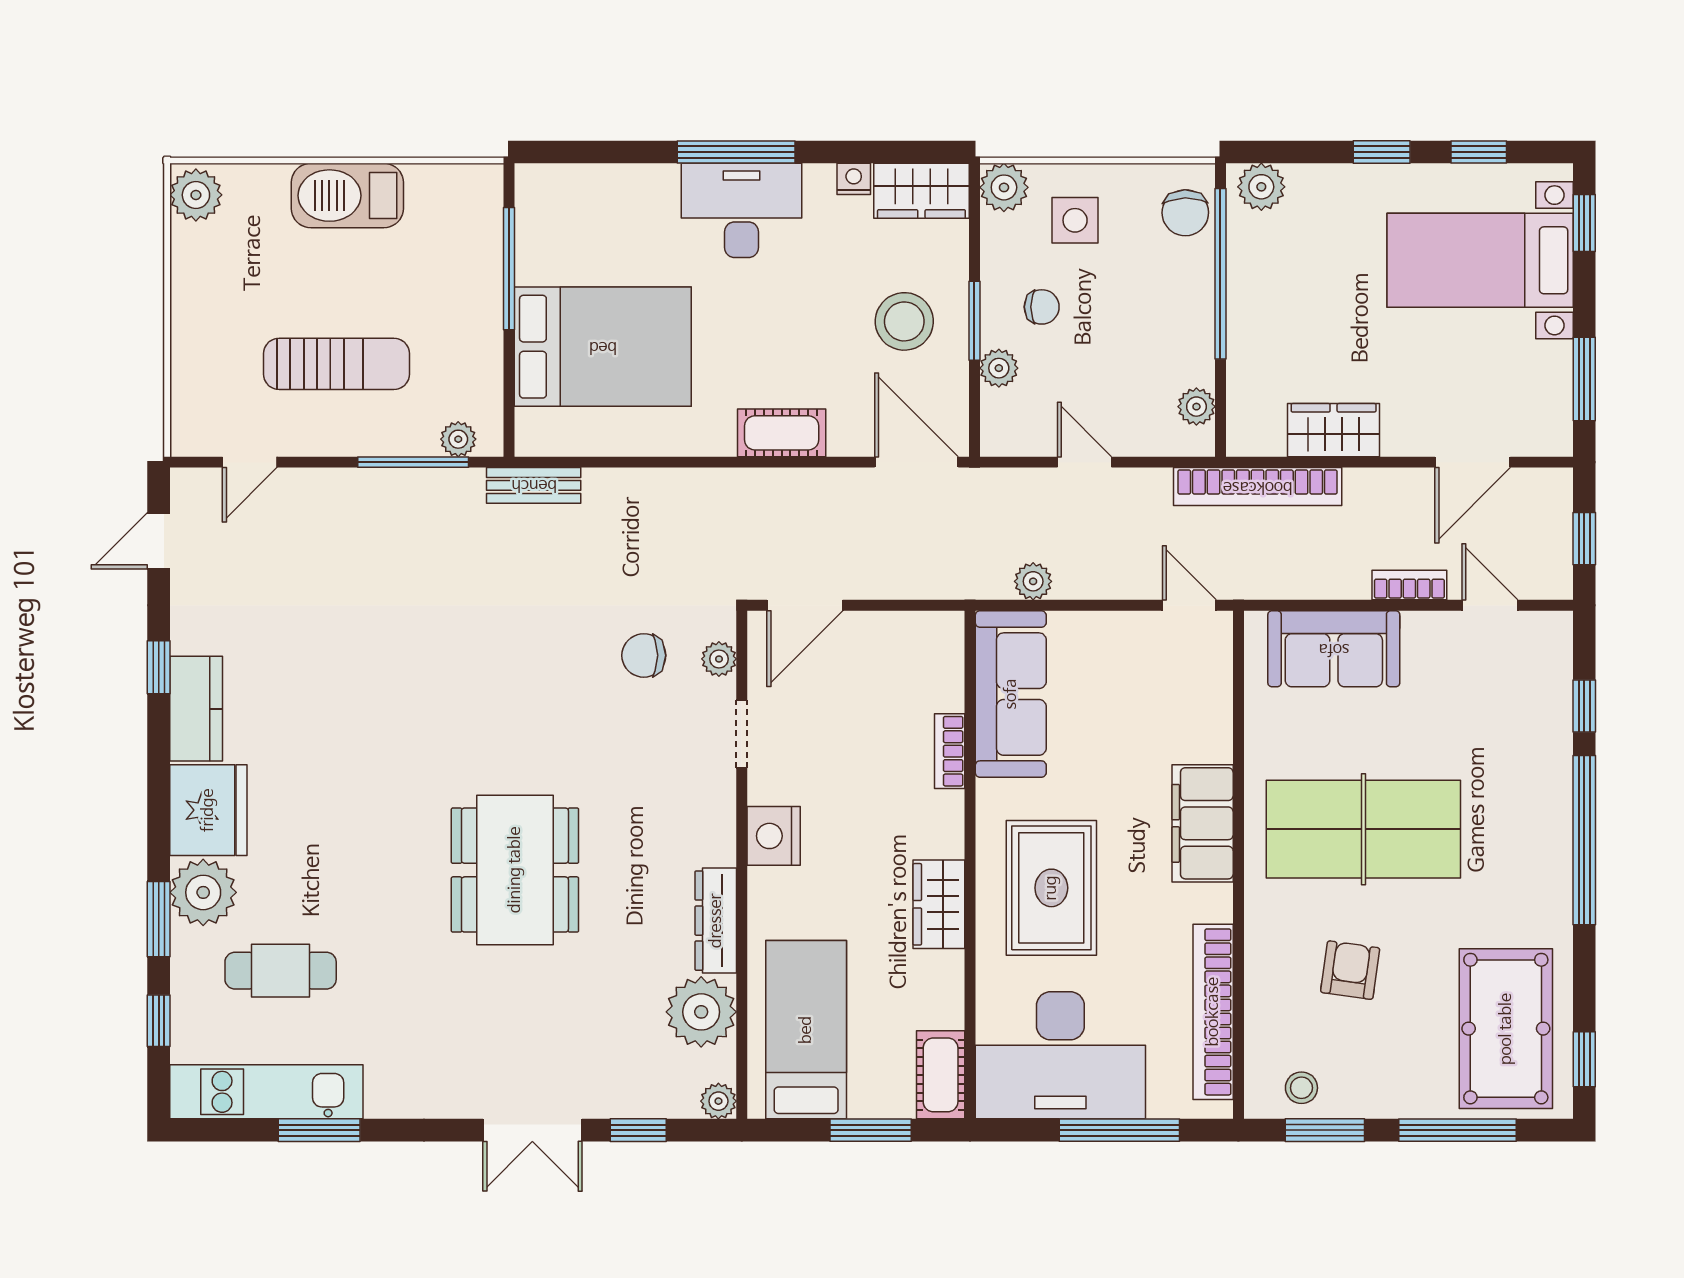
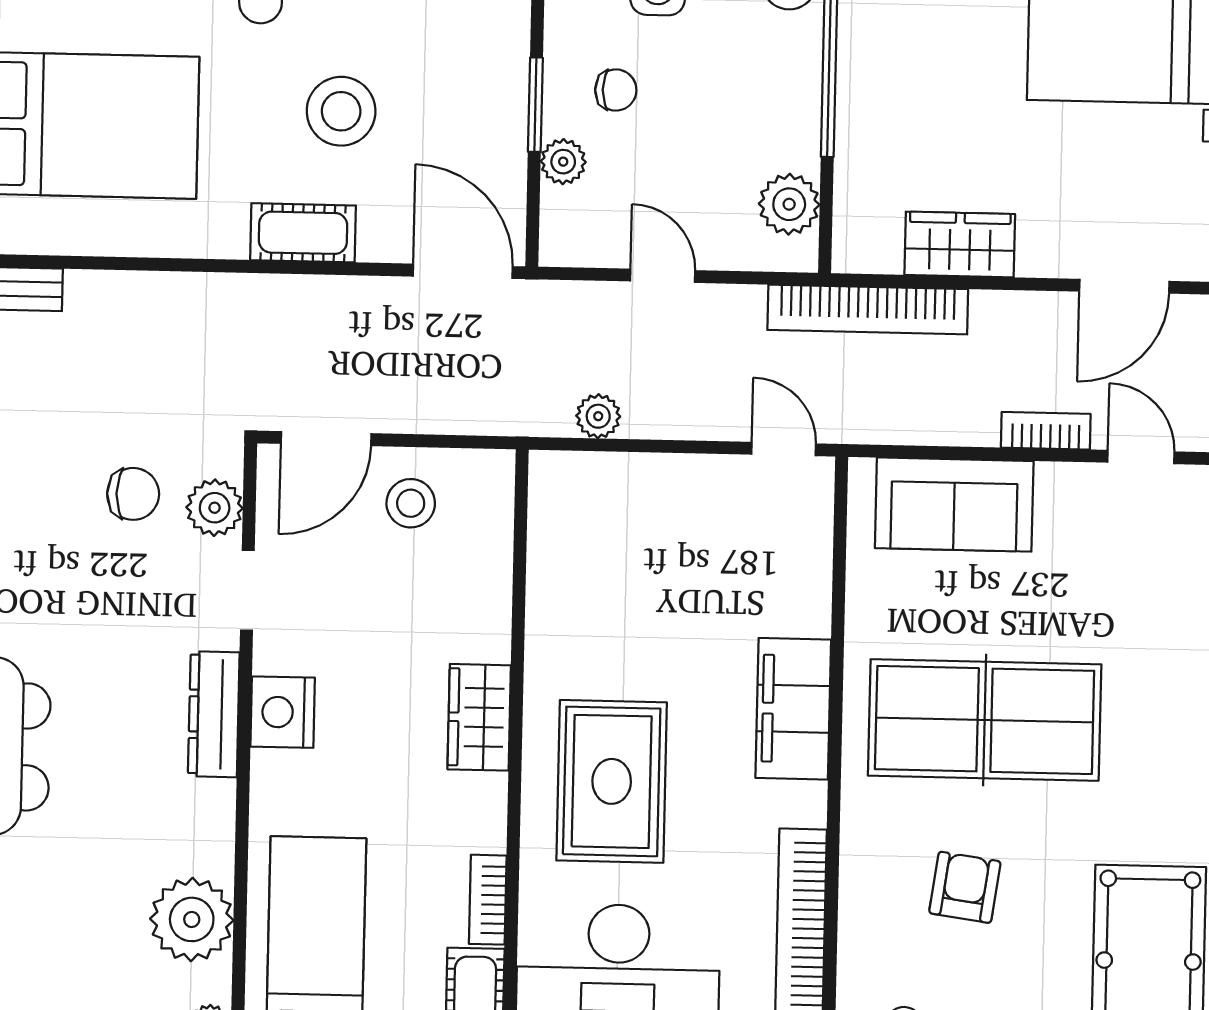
stool: (904, 321) -> (341, 111), moved
plant: (1196, 407) -> (789, 204), width x1.38, depth x1.38
chair: (644, 655) -> (133, 494), turned 180
stool: (877, 658) -> (411, 503), added
plant: (719, 659) -> (215, 508), width x1.38, depth x1.38
sofa: (1011, 694) -> (569, 550), removed
bookcase: (950, 751) -> (488, 900), moved
wardrobe: (939, 904) -> (479, 717), moved
dresser: (716, 921) -> (214, 714), moved

